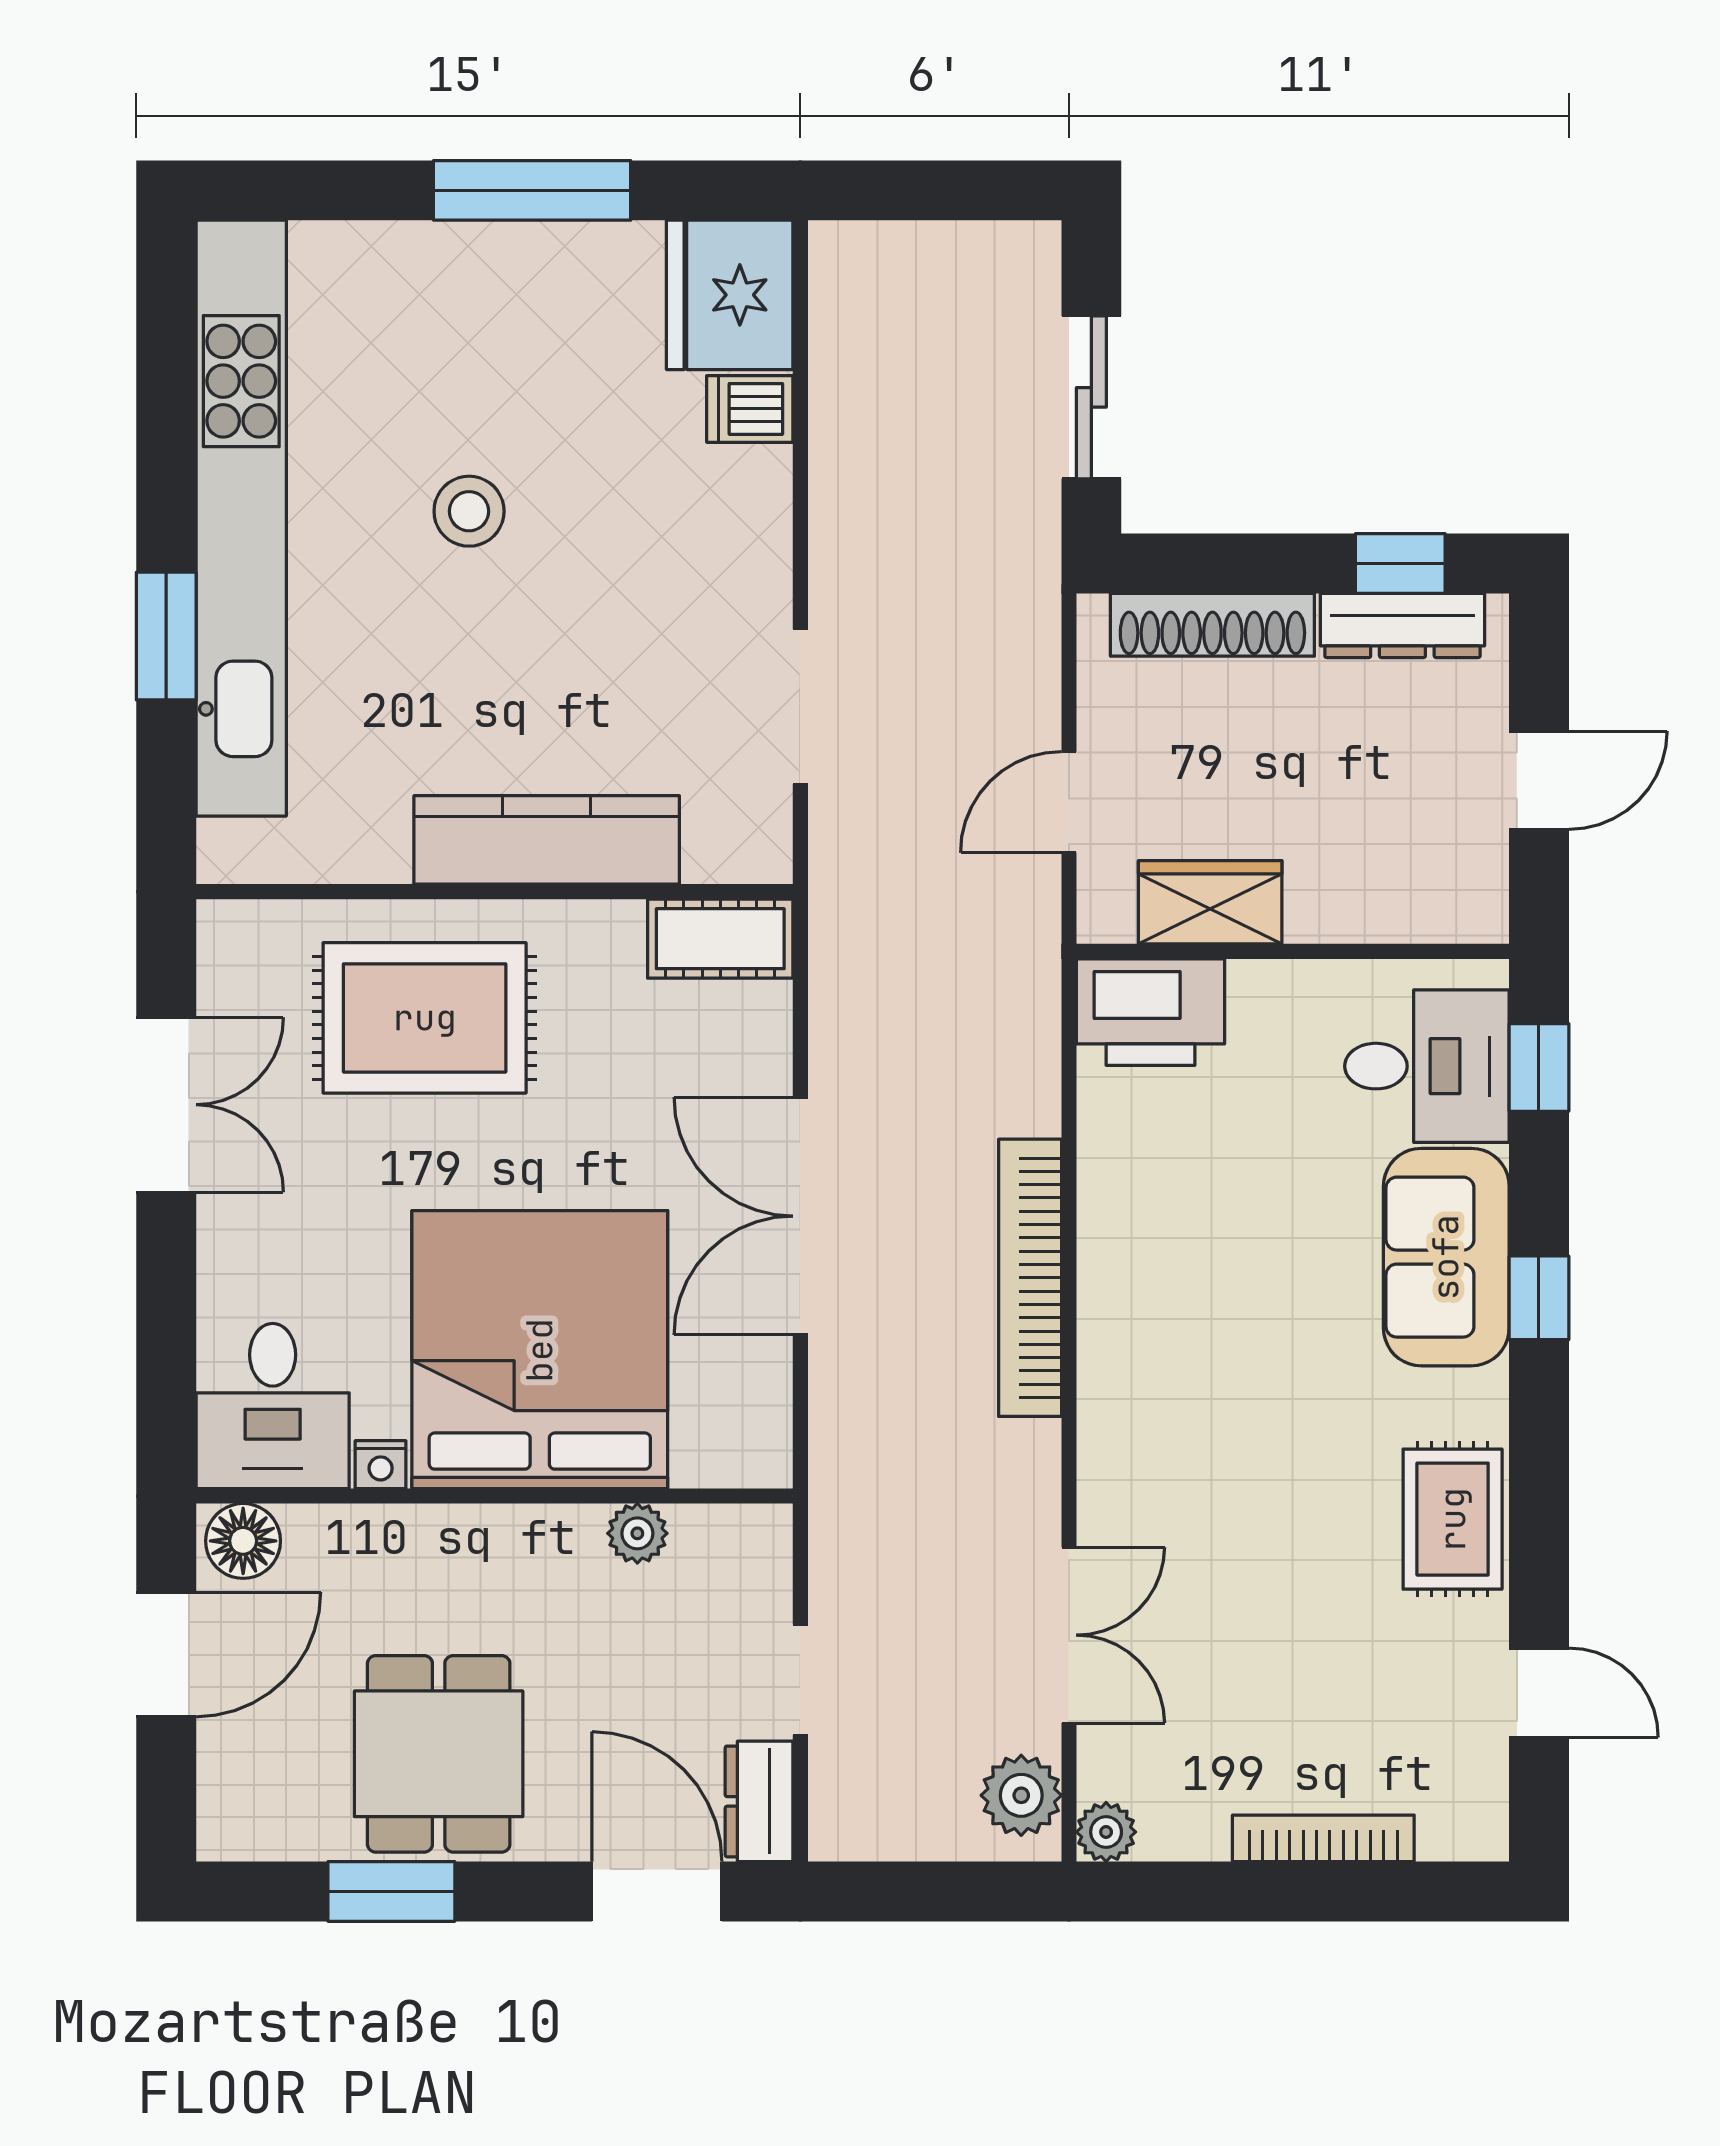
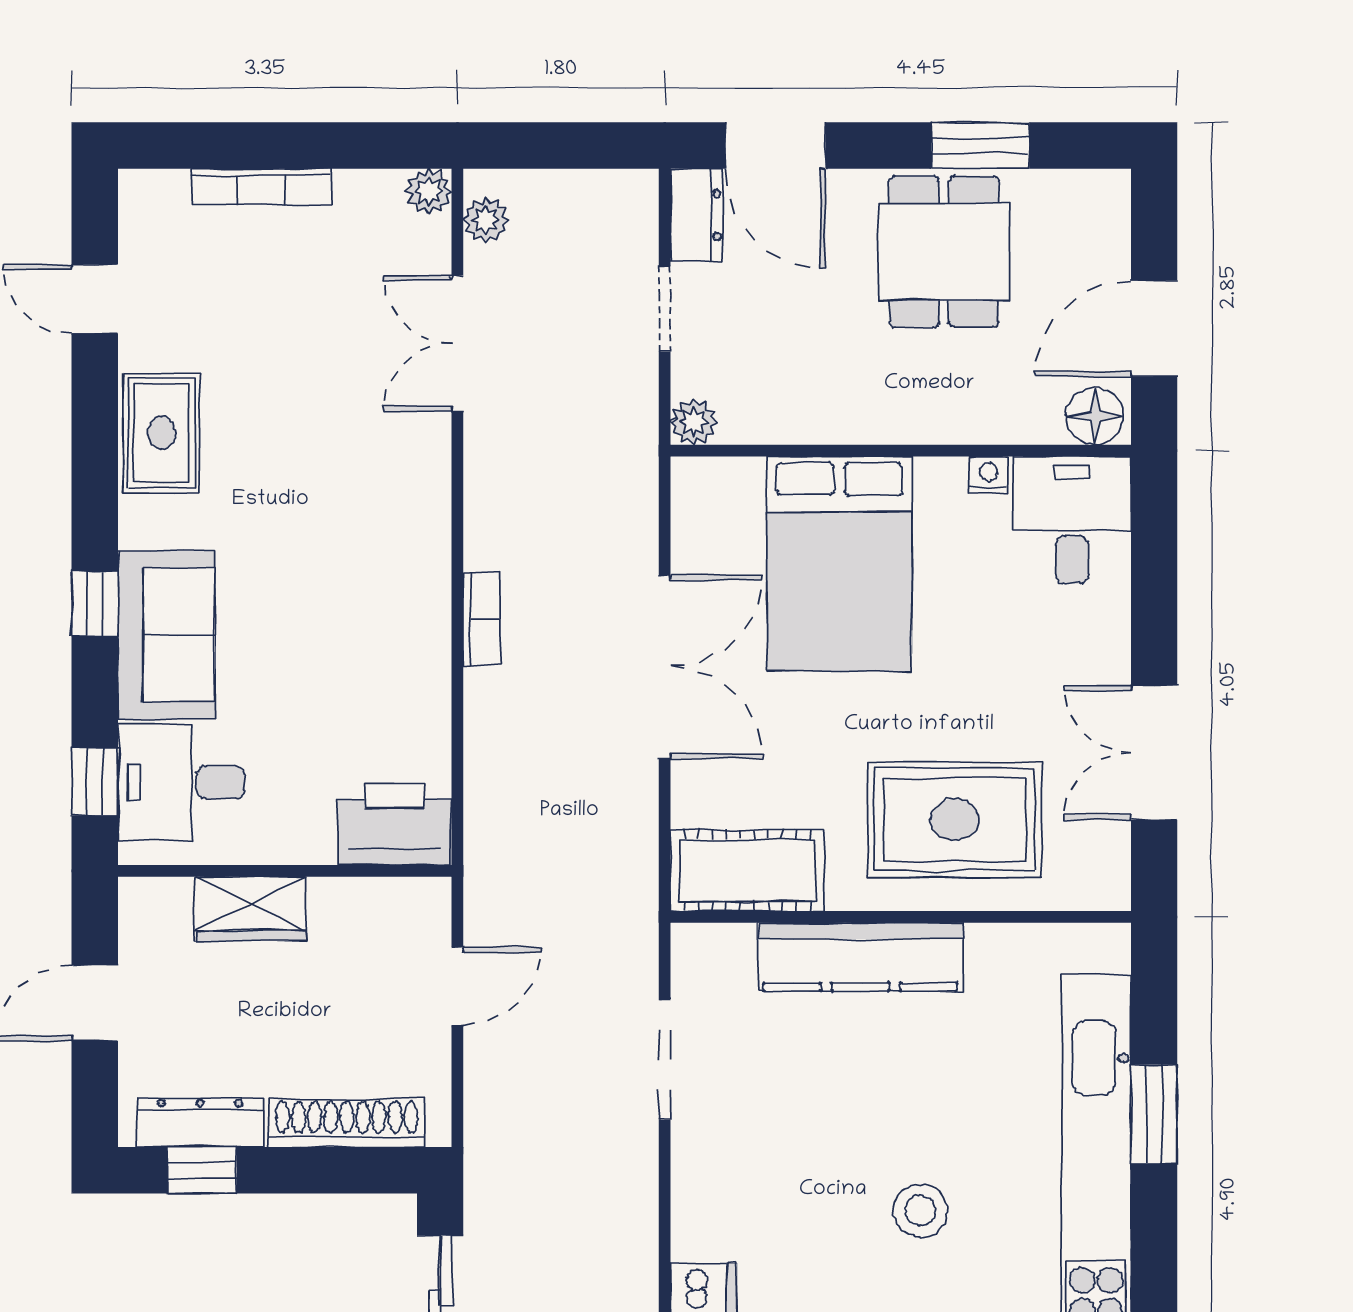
wardrobe: (1210, 902) -> (251, 909), moved
cot: (720, 939) -> (747, 870), width x1.37, depth x1.34
bookcase: (1030, 1278) -> (482, 619), width x0.43, depth x0.76
bed: (540, 1350) -> (840, 564), width x0.73
plant: (637, 1533) -> (693, 422), moved
plant: (1021, 1795) -> (486, 220), width x0.73, depth x0.73

